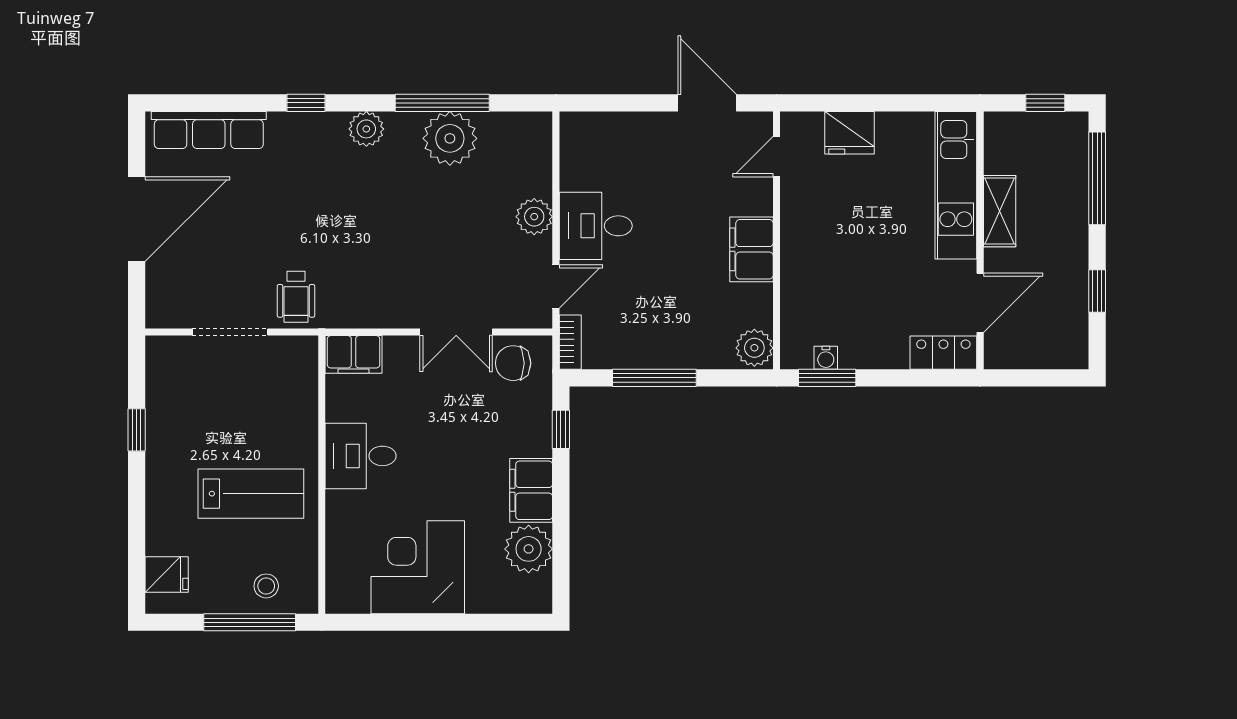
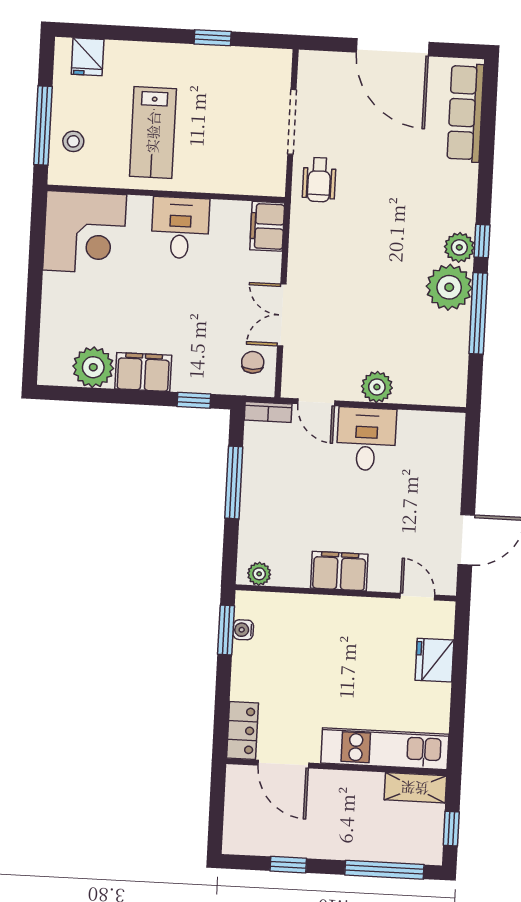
window: (306, 103) -> (482, 241), moved
plant: (450, 138) -> (449, 287), moved
shelving: (1000, 211) -> (415, 788), moved
wheelchair: (296, 297) -> (319, 180), turned -90
plant: (754, 348) -> (259, 574), width x0.73, depth x0.73
chair: (513, 363) -> (253, 362), width x0.73, depth x0.73
corner desk: (418, 567) -> (85, 232), moved, turned 90

